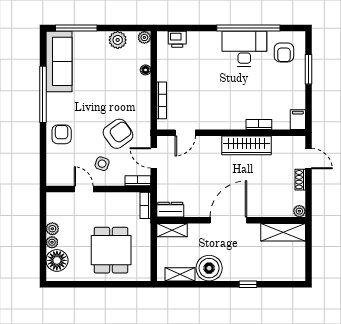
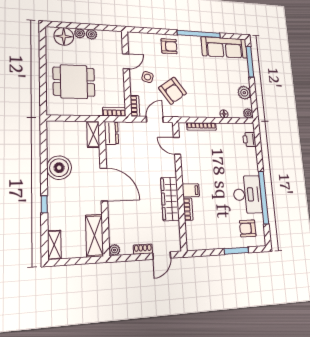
filing cabinet: (298, 120) -> (191, 190), moved
shelving: (180, 274) -> (54, 245), moved

